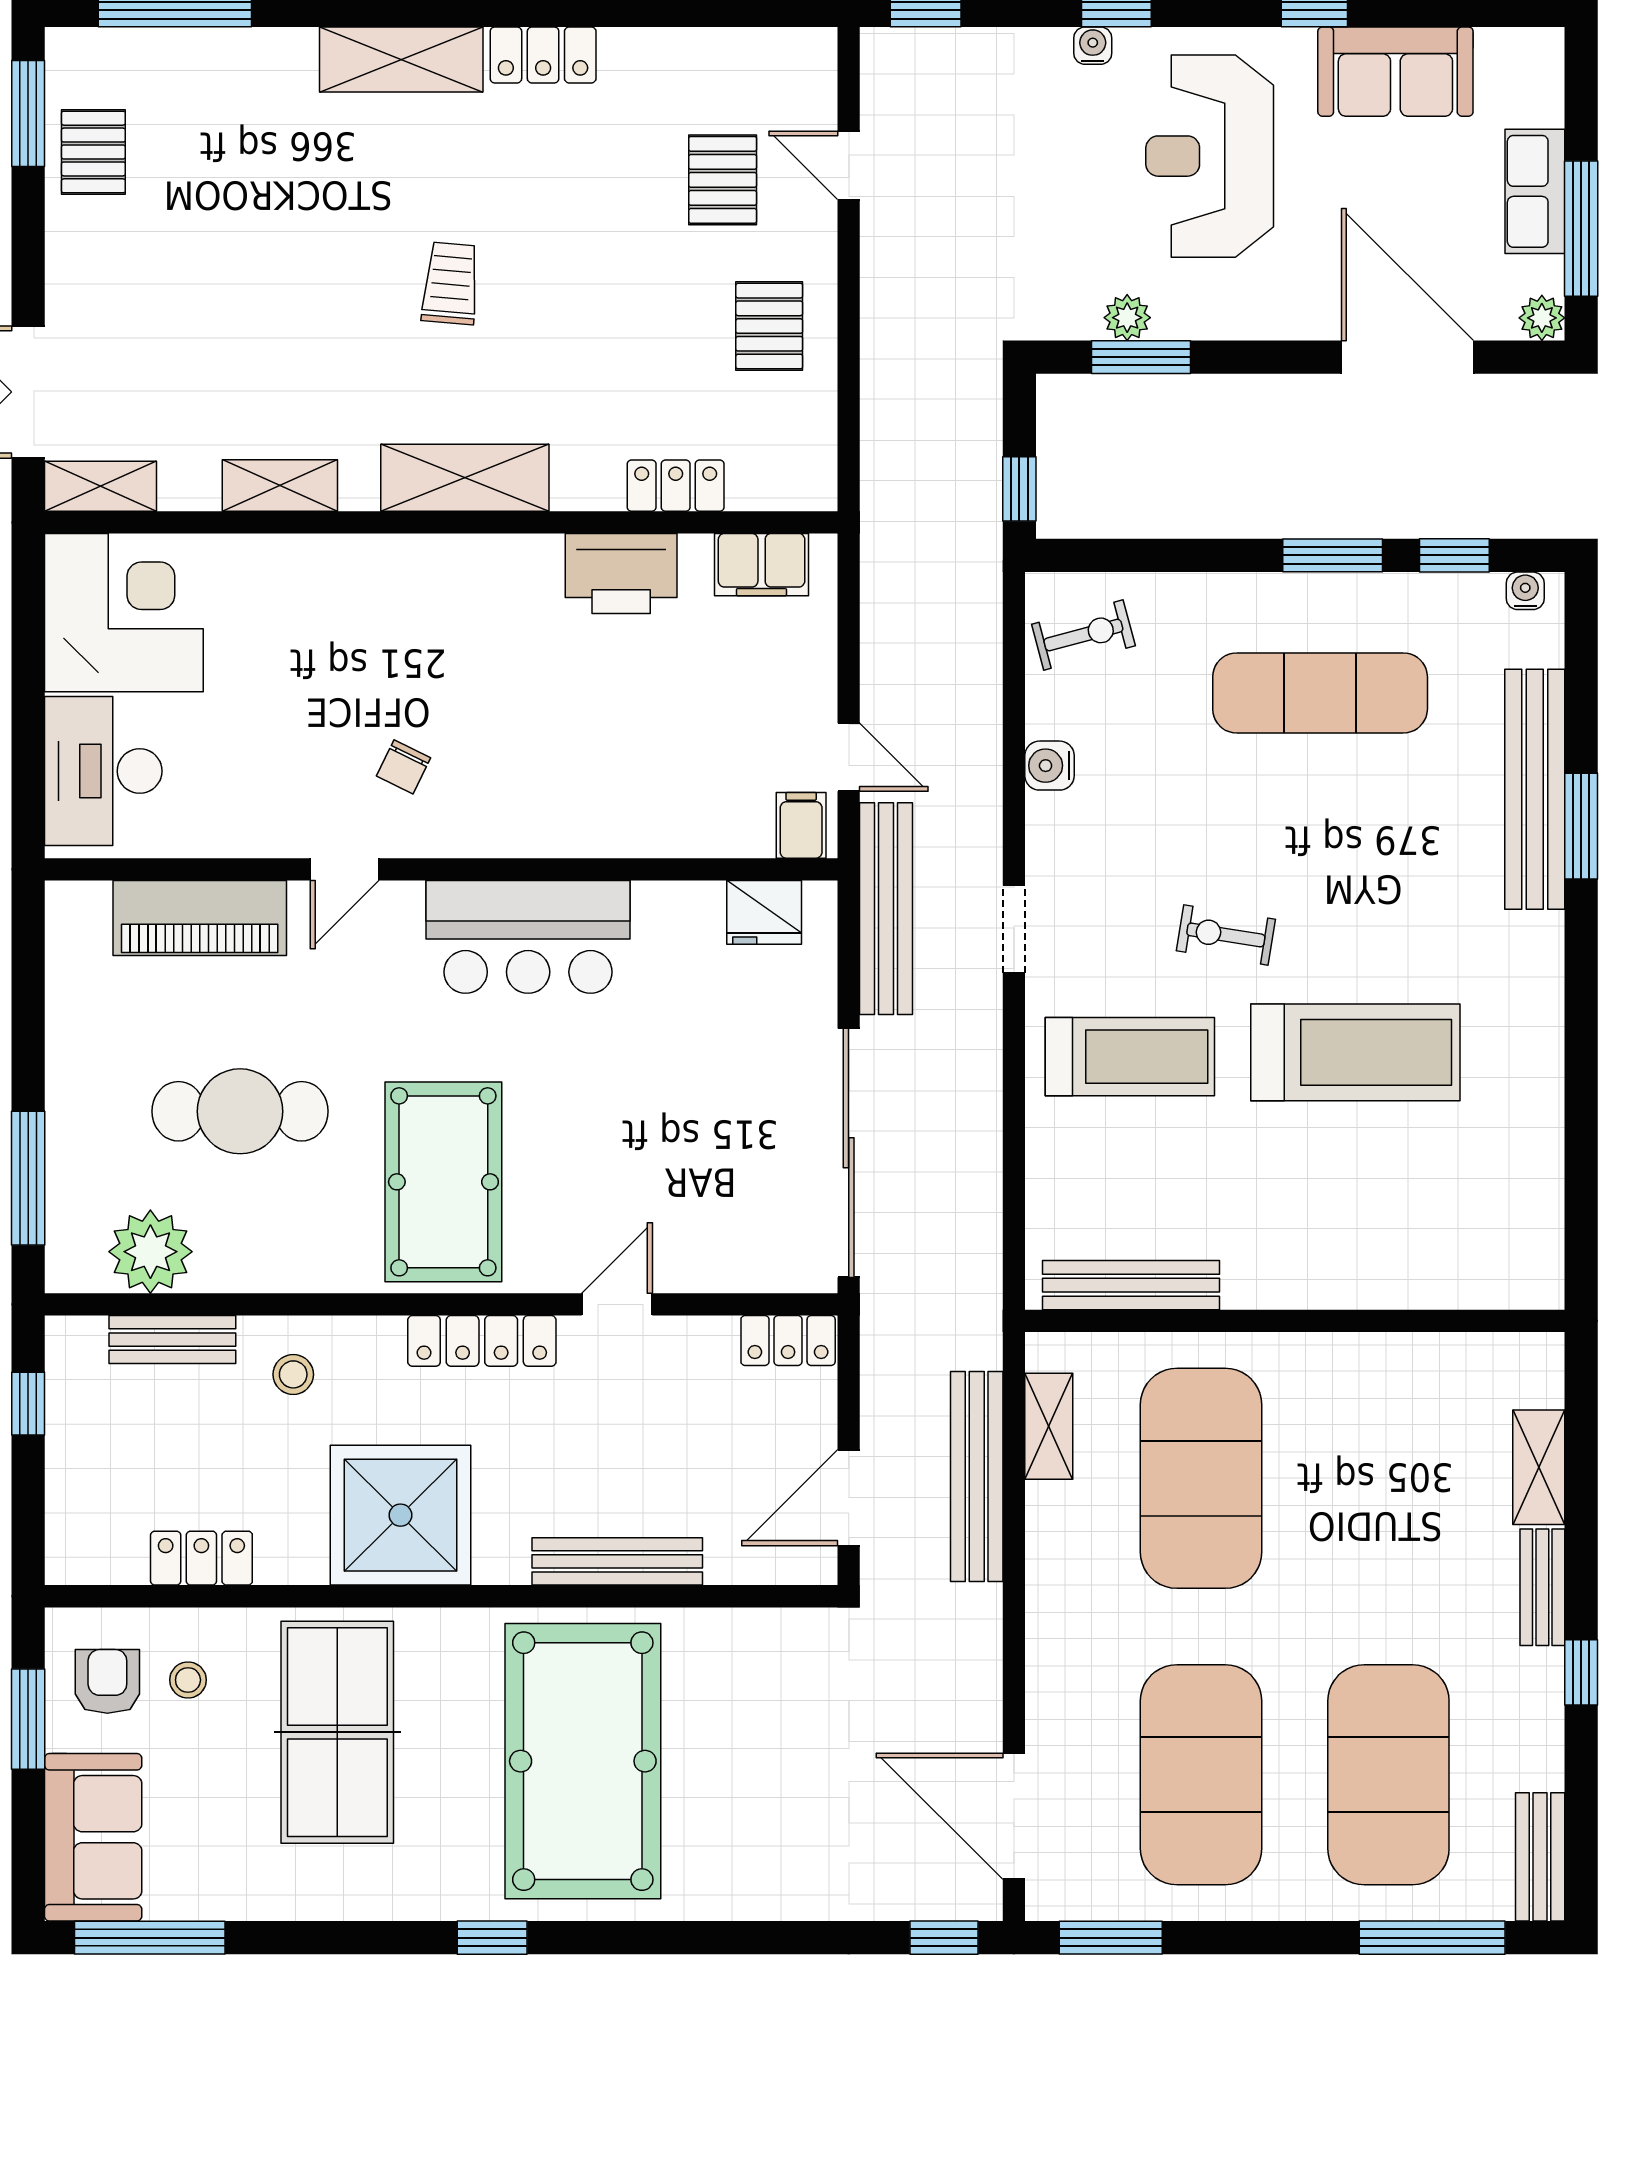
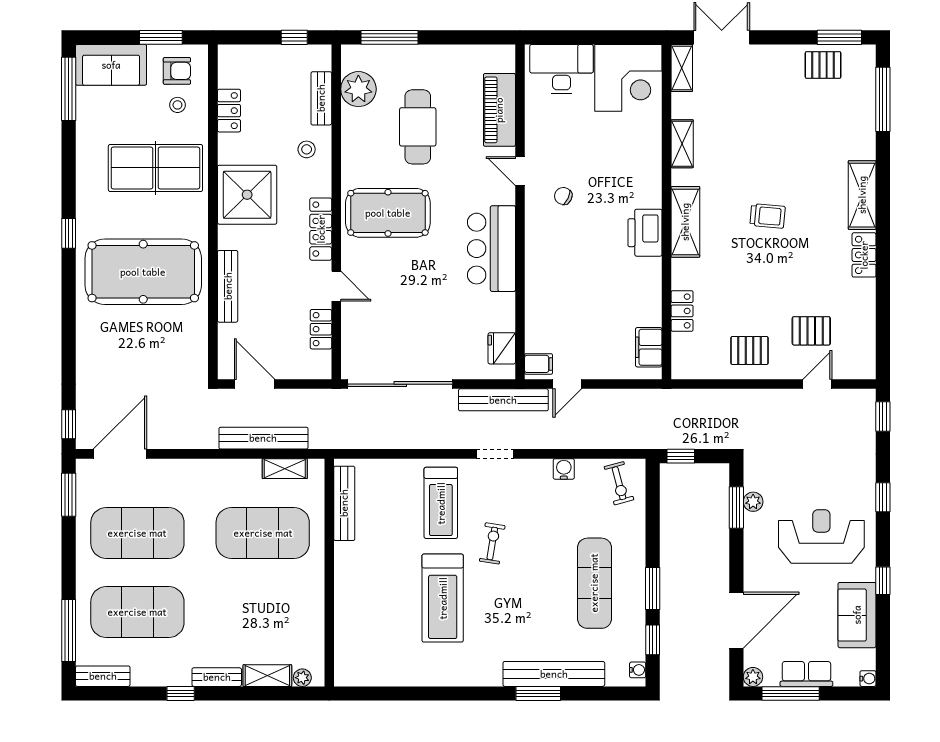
water cooler: (1093, 46) -> (868, 679), moved
printer: (621, 574) -> (645, 233), moved
locker: (788, 1340) -> (321, 329), moved
plant: (1544, 1385) -> (302, 678), added

